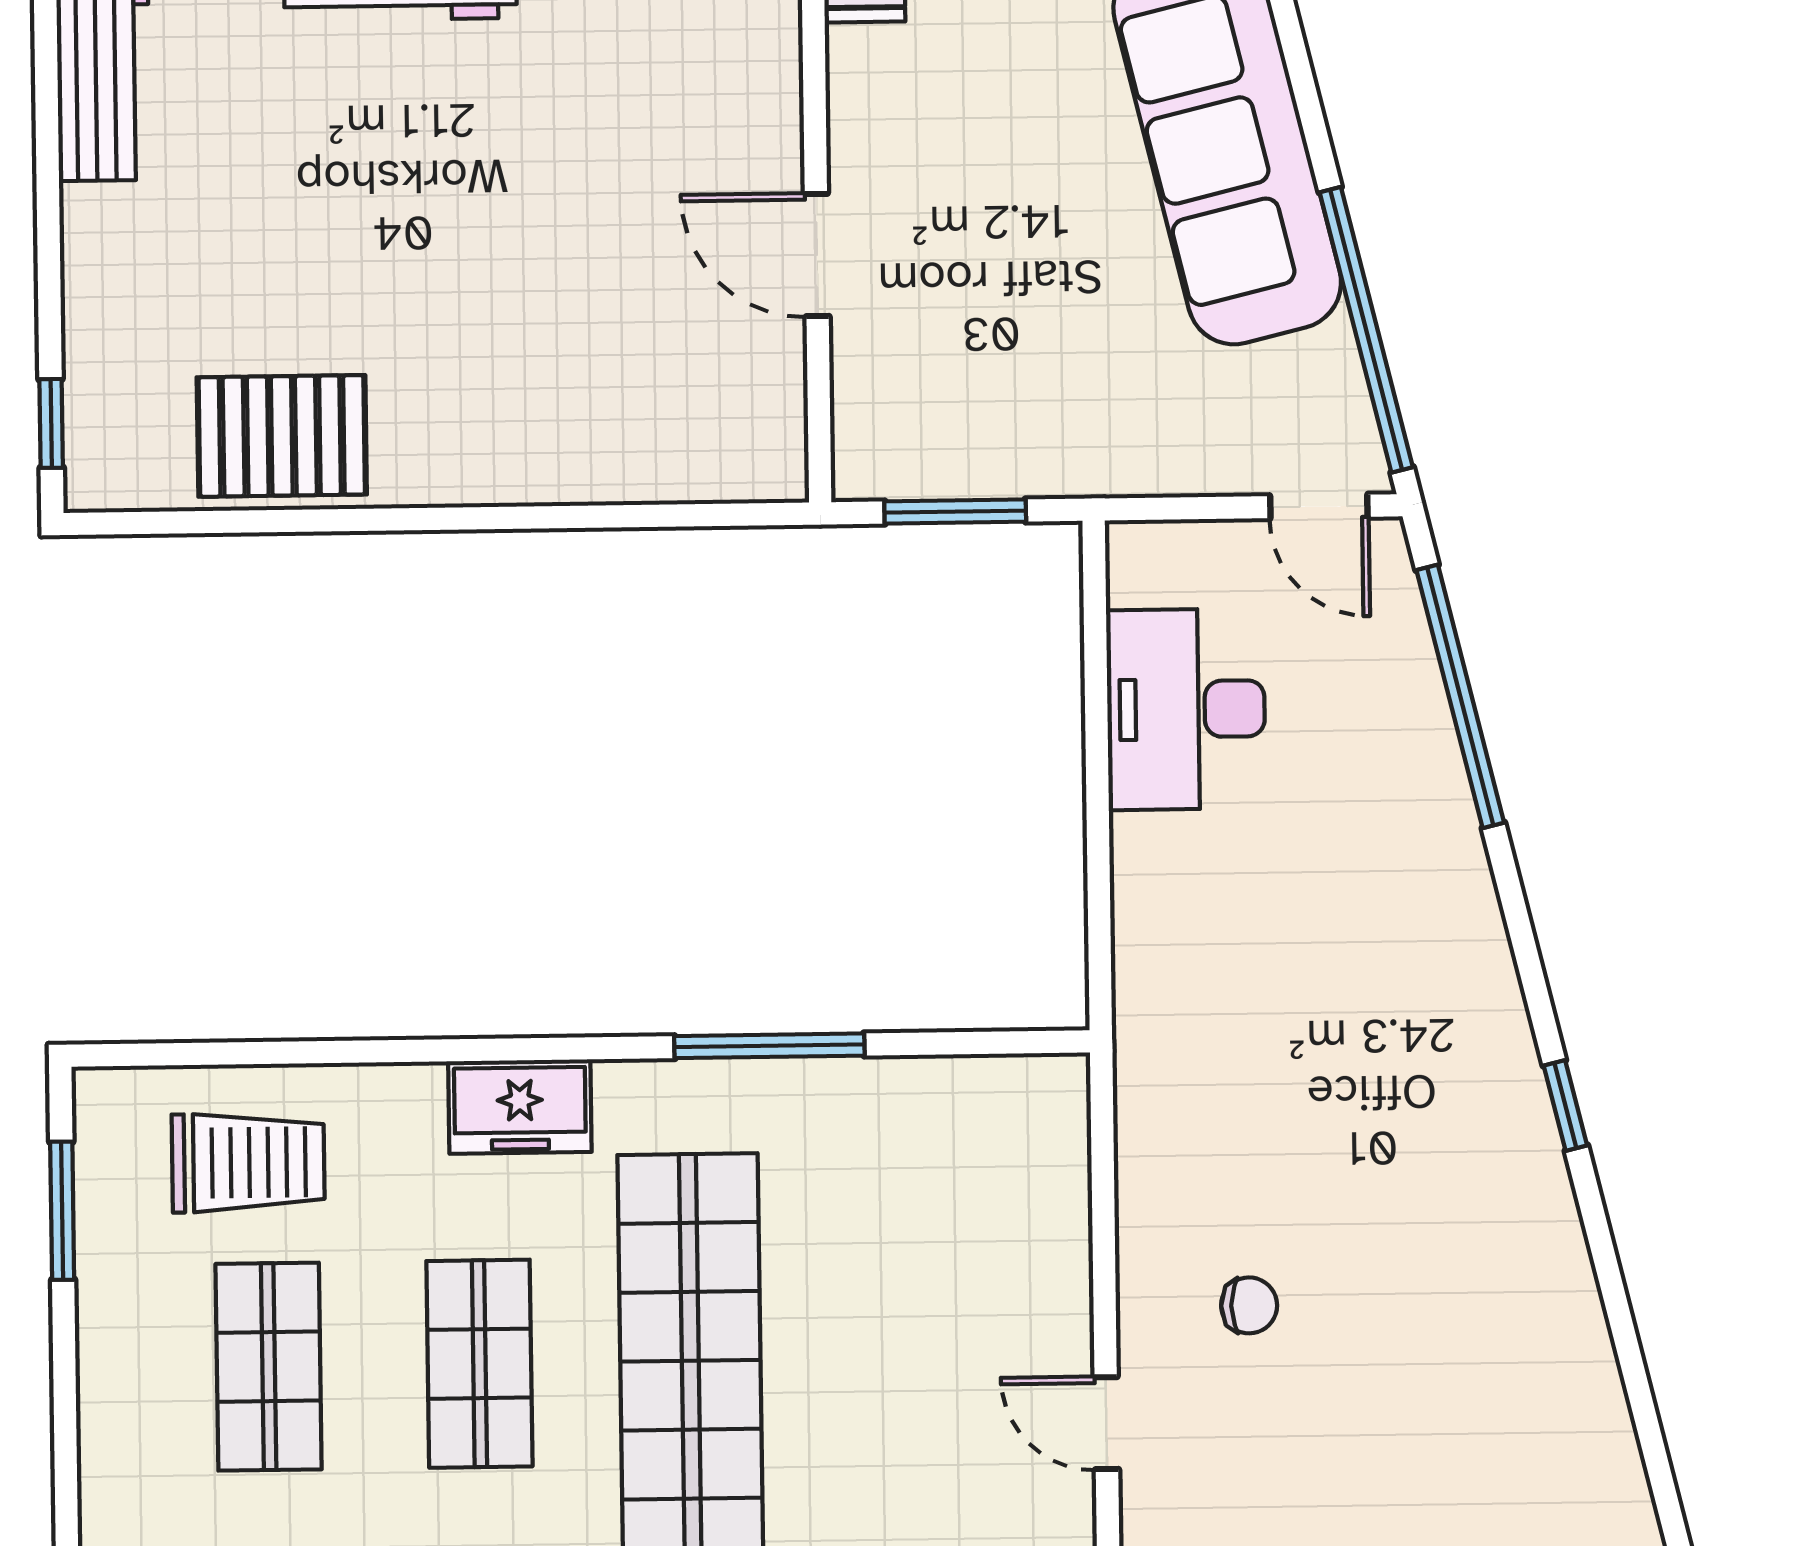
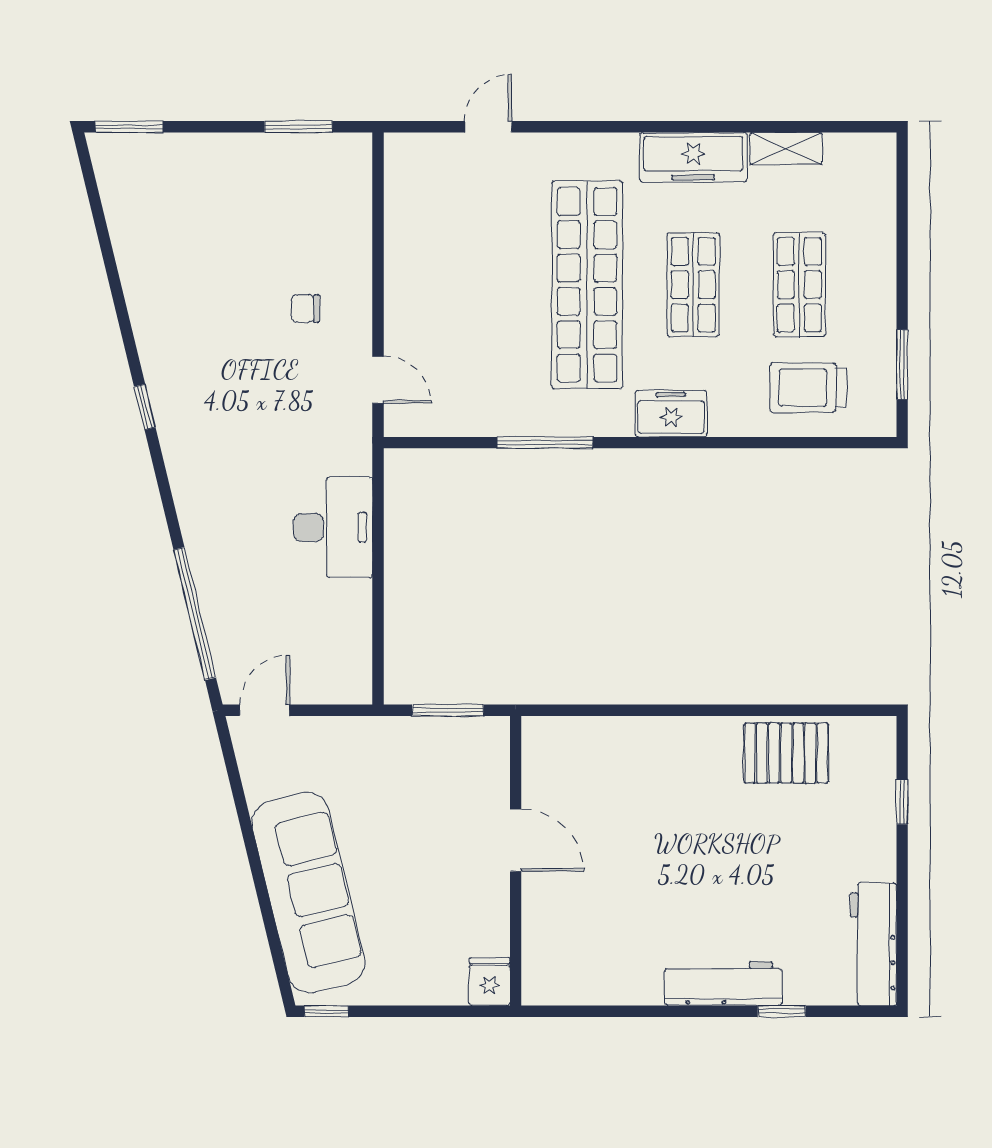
window: (1366, 330) -> (240, 799), removed
window: (51, 423) -> (902, 802), moved
door: (1319, 506) -> (265, 710), hinge flipped
desk: (1186, 709) -> (333, 527), moved
door: (1106, 1423) -> (378, 380), moved

